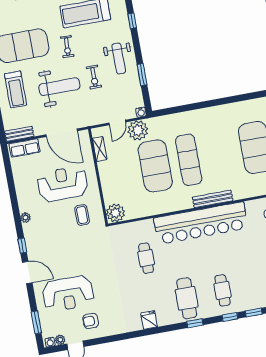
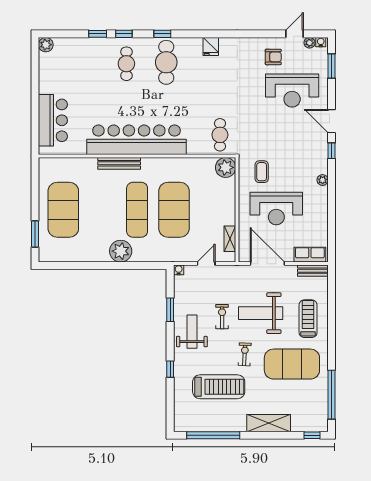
plant: (138, 130) -> (121, 251), moved
cafe table: (146, 258) -> (220, 135), moved
reception desk: (68, 294) -> (292, 91), turned 180

